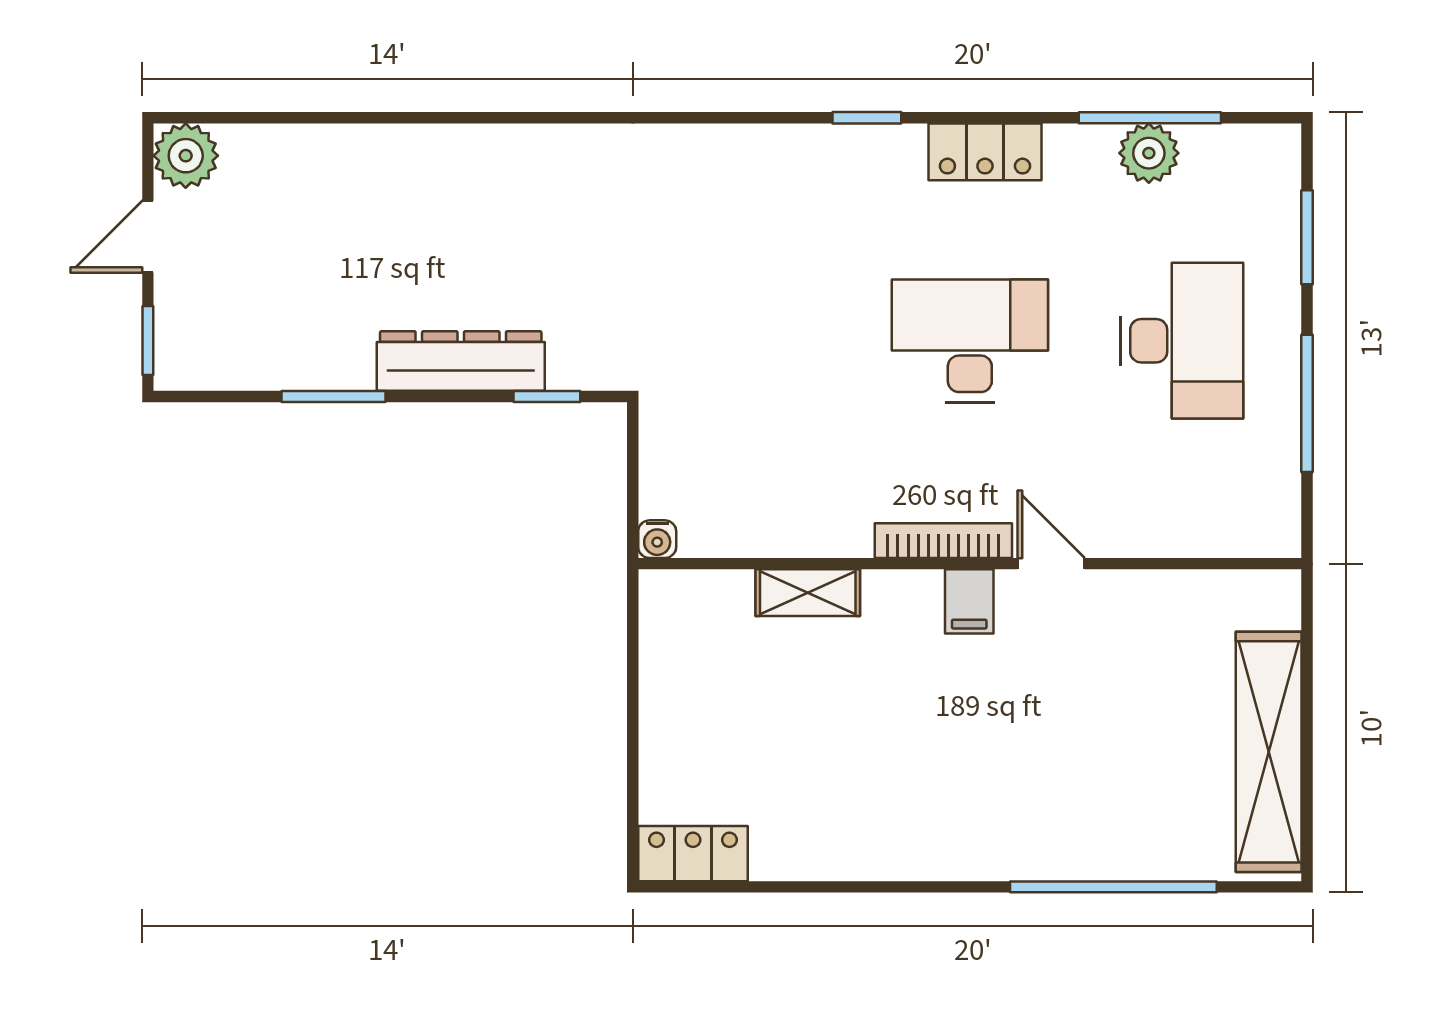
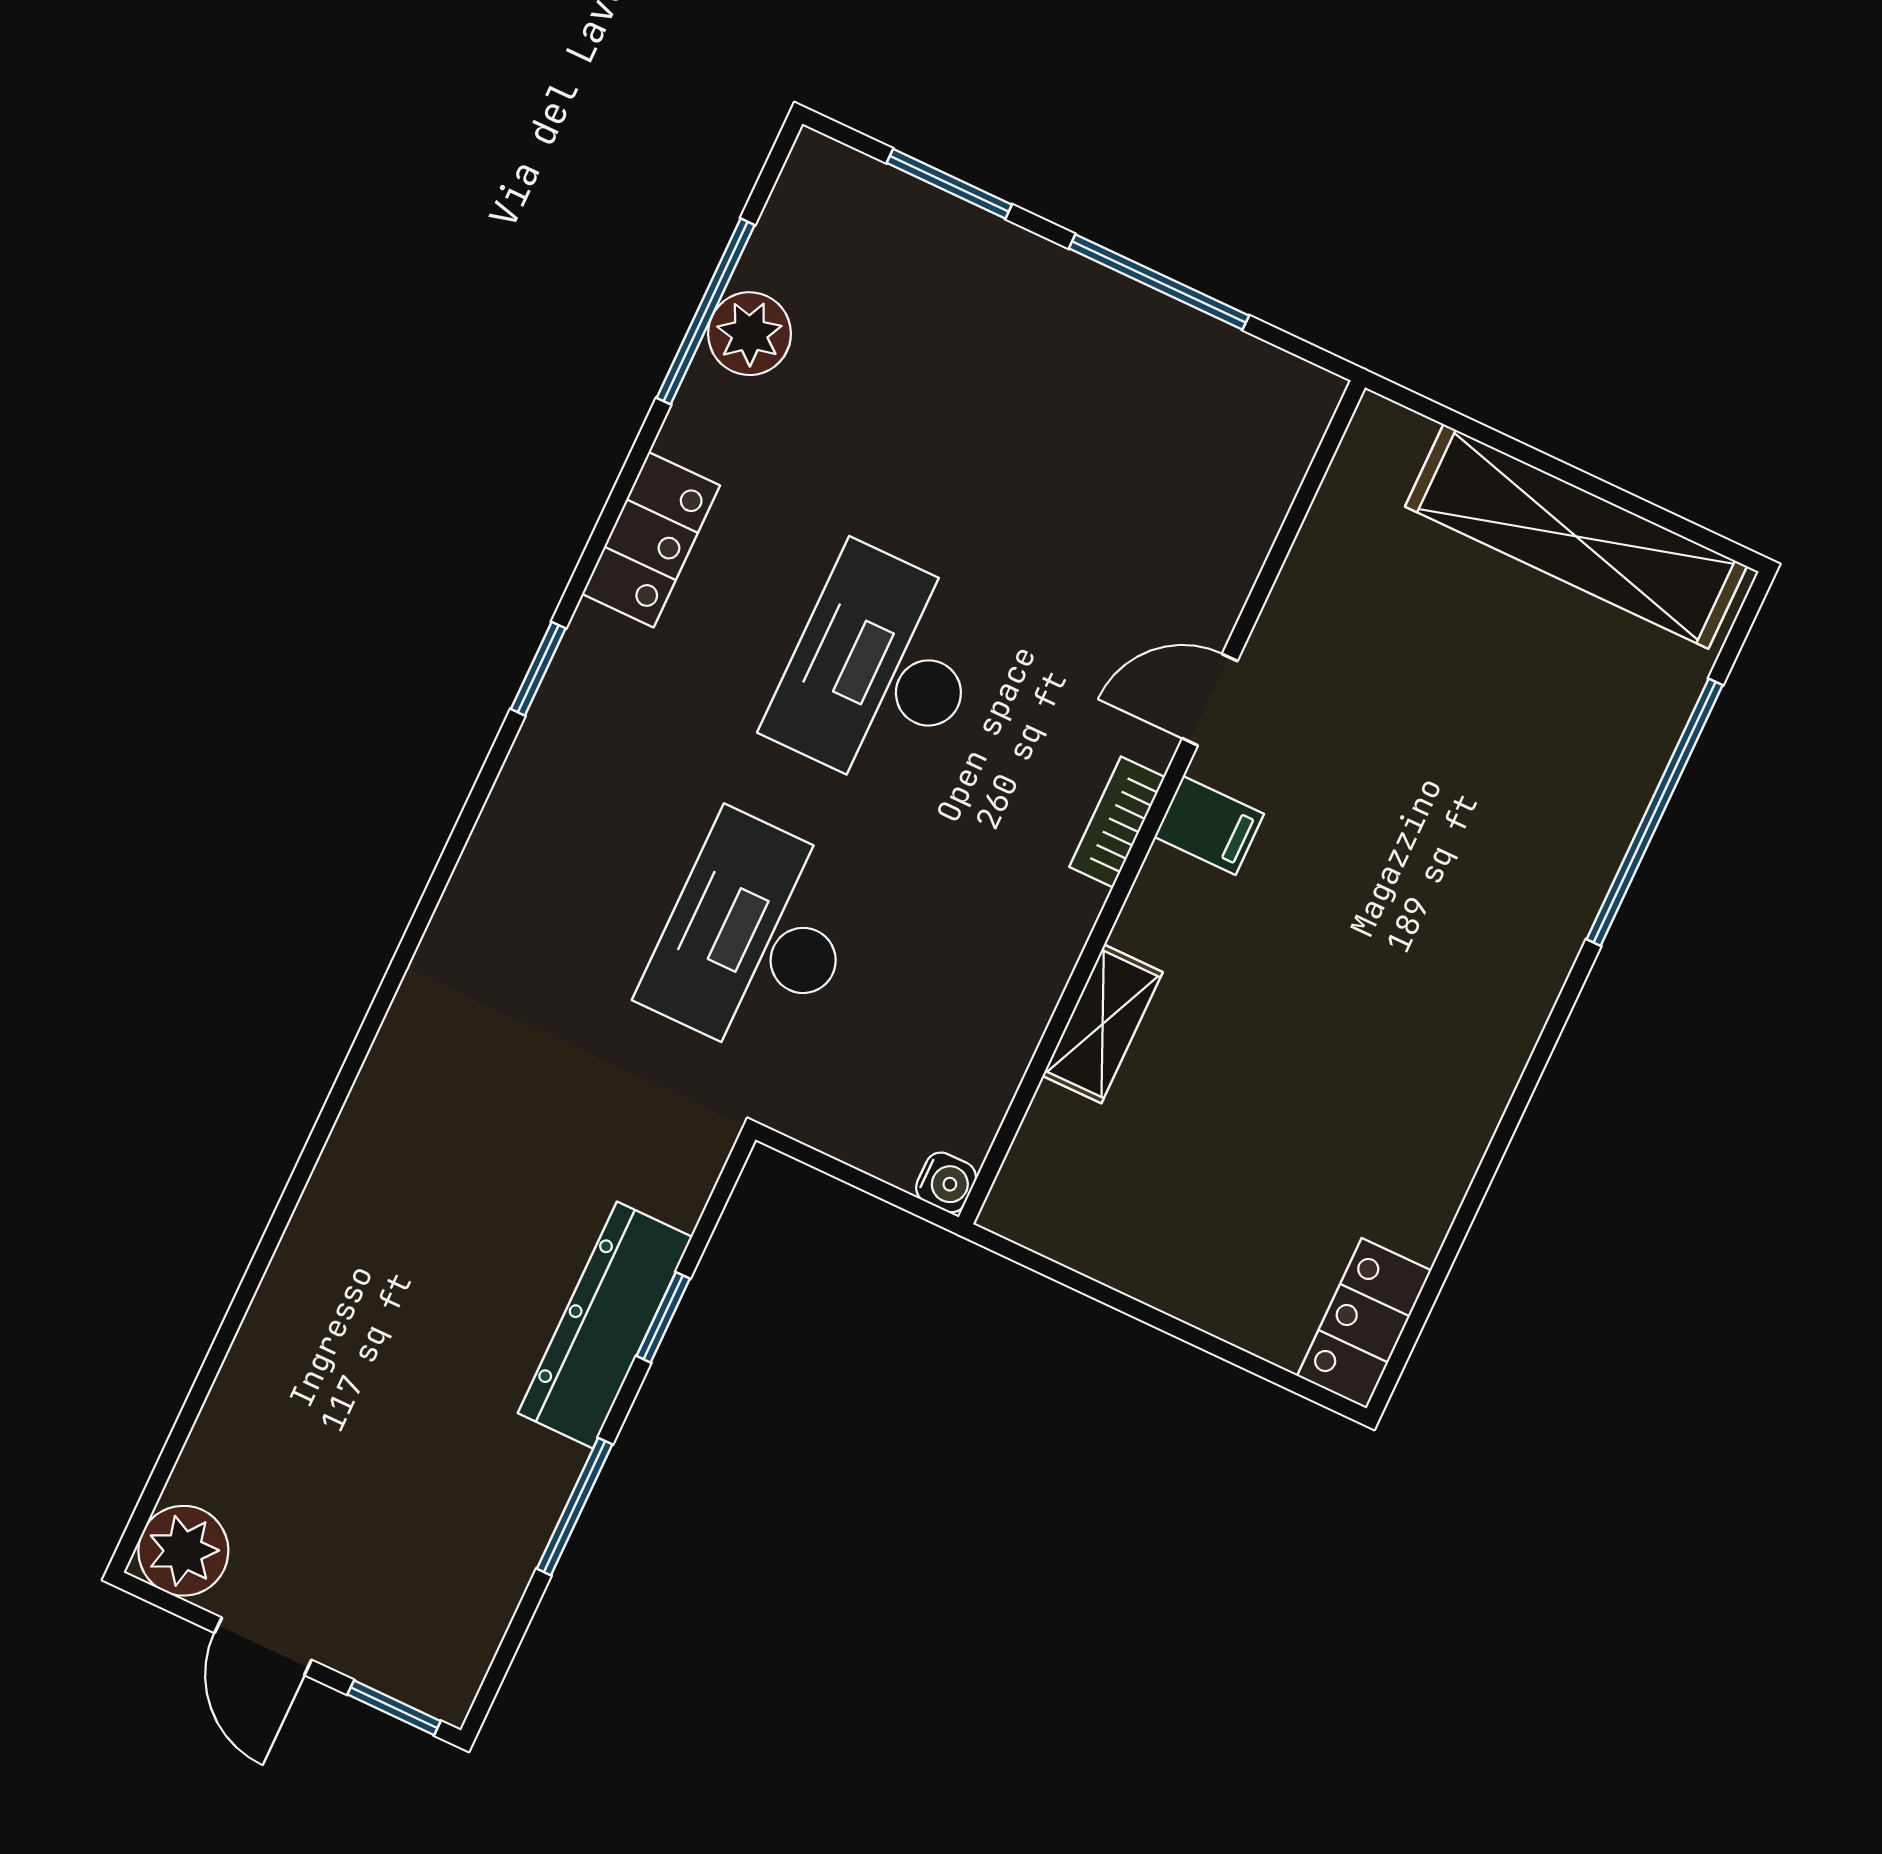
desk: (1182, 341) -> (755, 938), moved, turned -90
window: (547, 396) -> (663, 1317), moved
bookcase: (943, 541) -> (1117, 822), width x0.64

